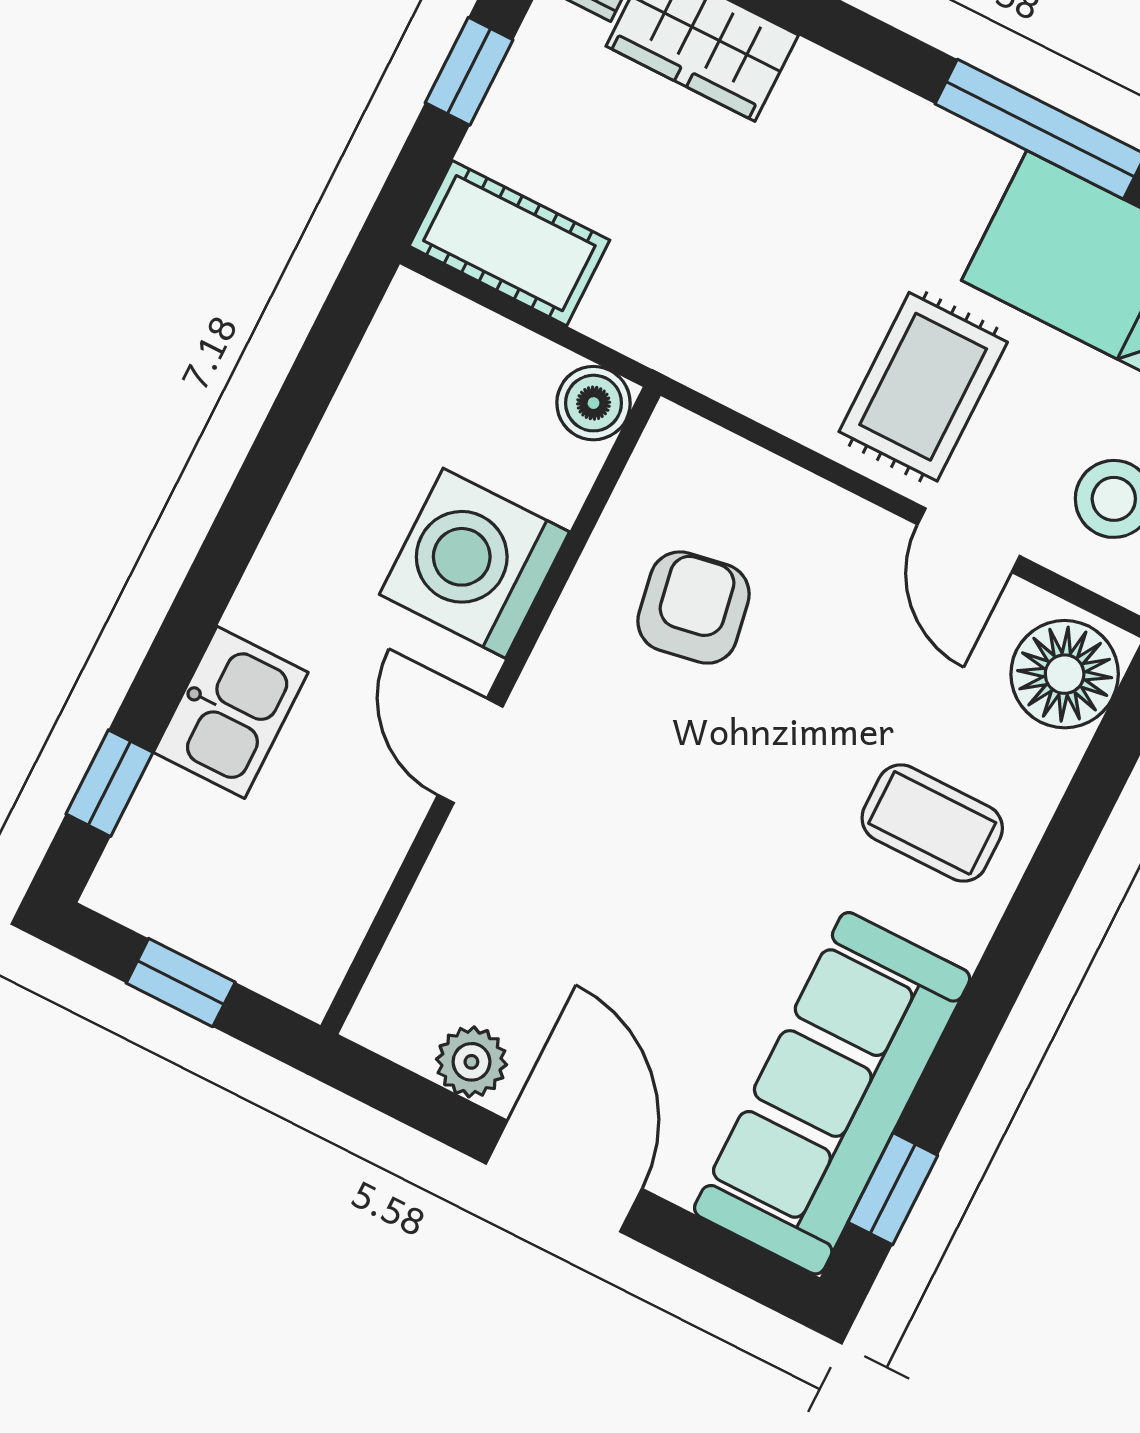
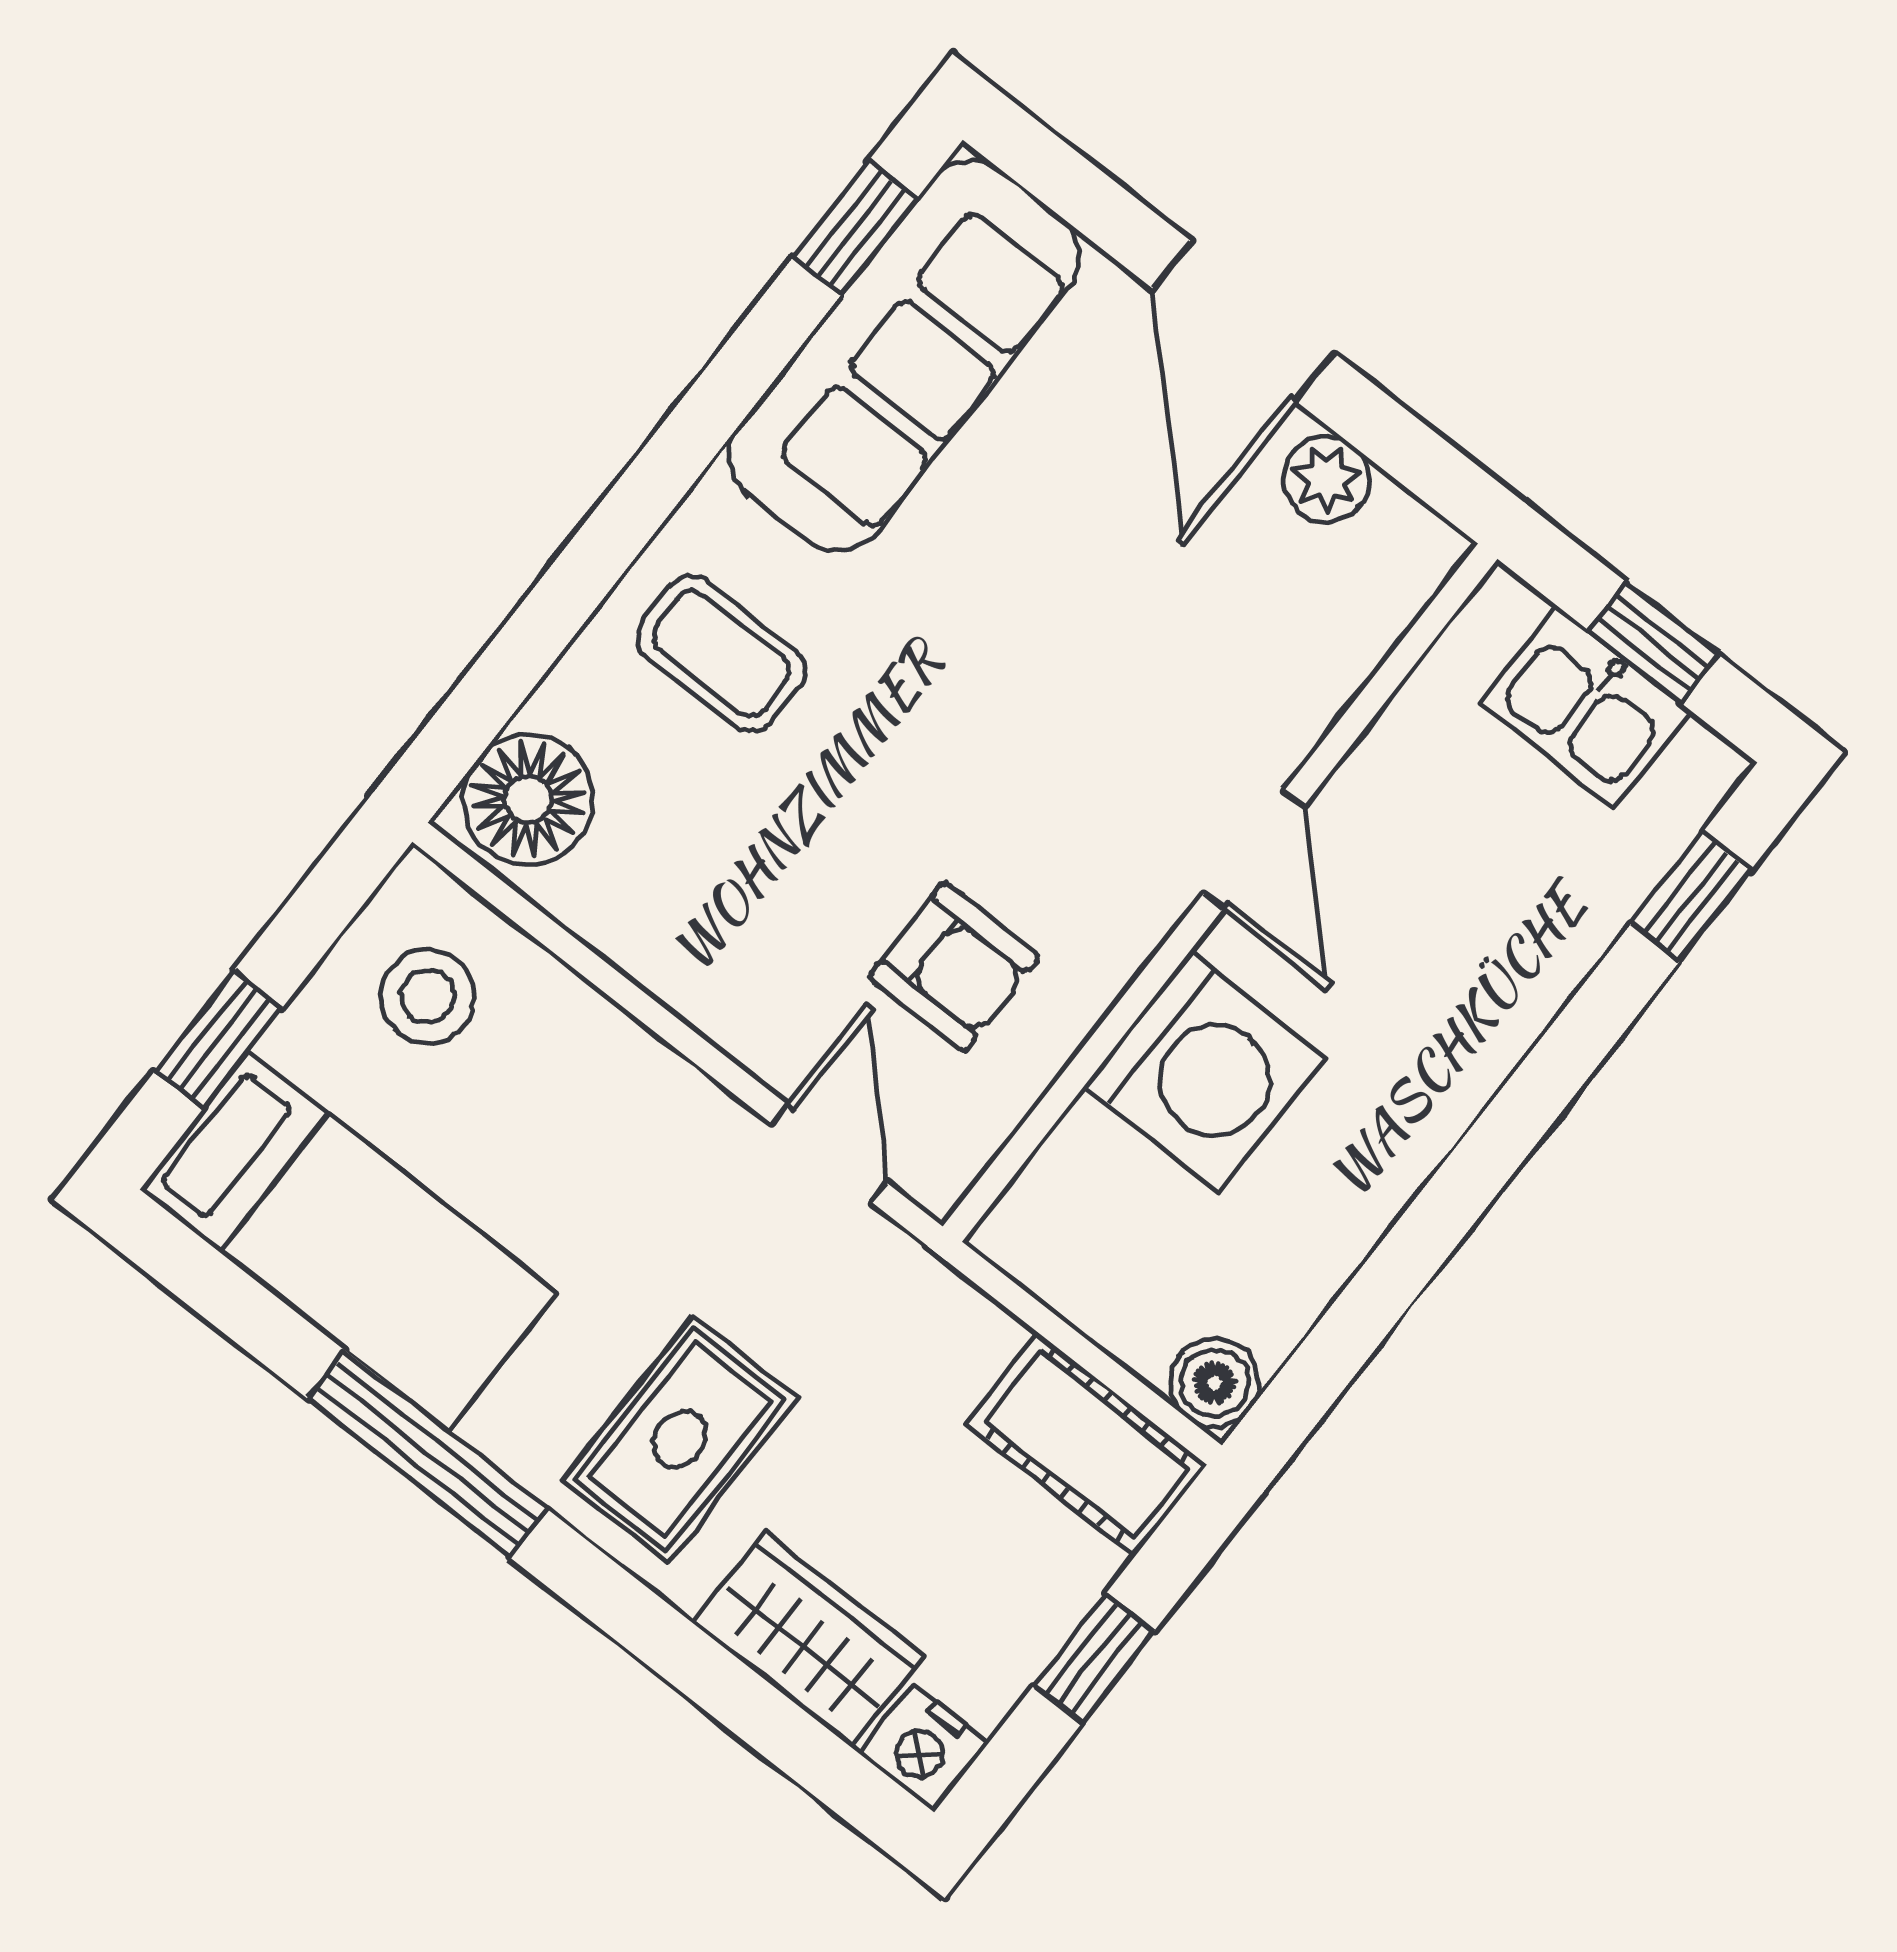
rug: (923, 387) -> (680, 1439), moved
boiler: (594, 403) -> (1214, 1383), moved
door: (969, 540) -> (830, 1153), moved
armchair: (694, 608) -> (954, 967), turned -80
kitchen sink: (231, 712) -> (1586, 707), moved, turned -90

